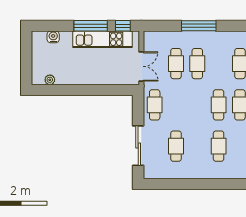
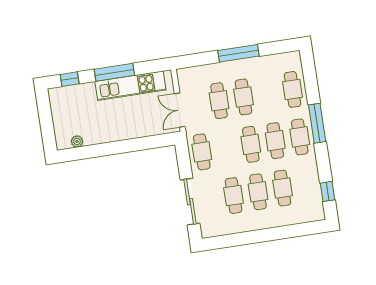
window: (123, 26) -> (70, 79), moved
water cooler: (53, 37) -> (73, 92), removed
double door: (141, 66) -> (180, 110), swing flipped
cafe table: (197, 105) -> (251, 144), added
cafe table: (197, 146) -> (258, 192), added

